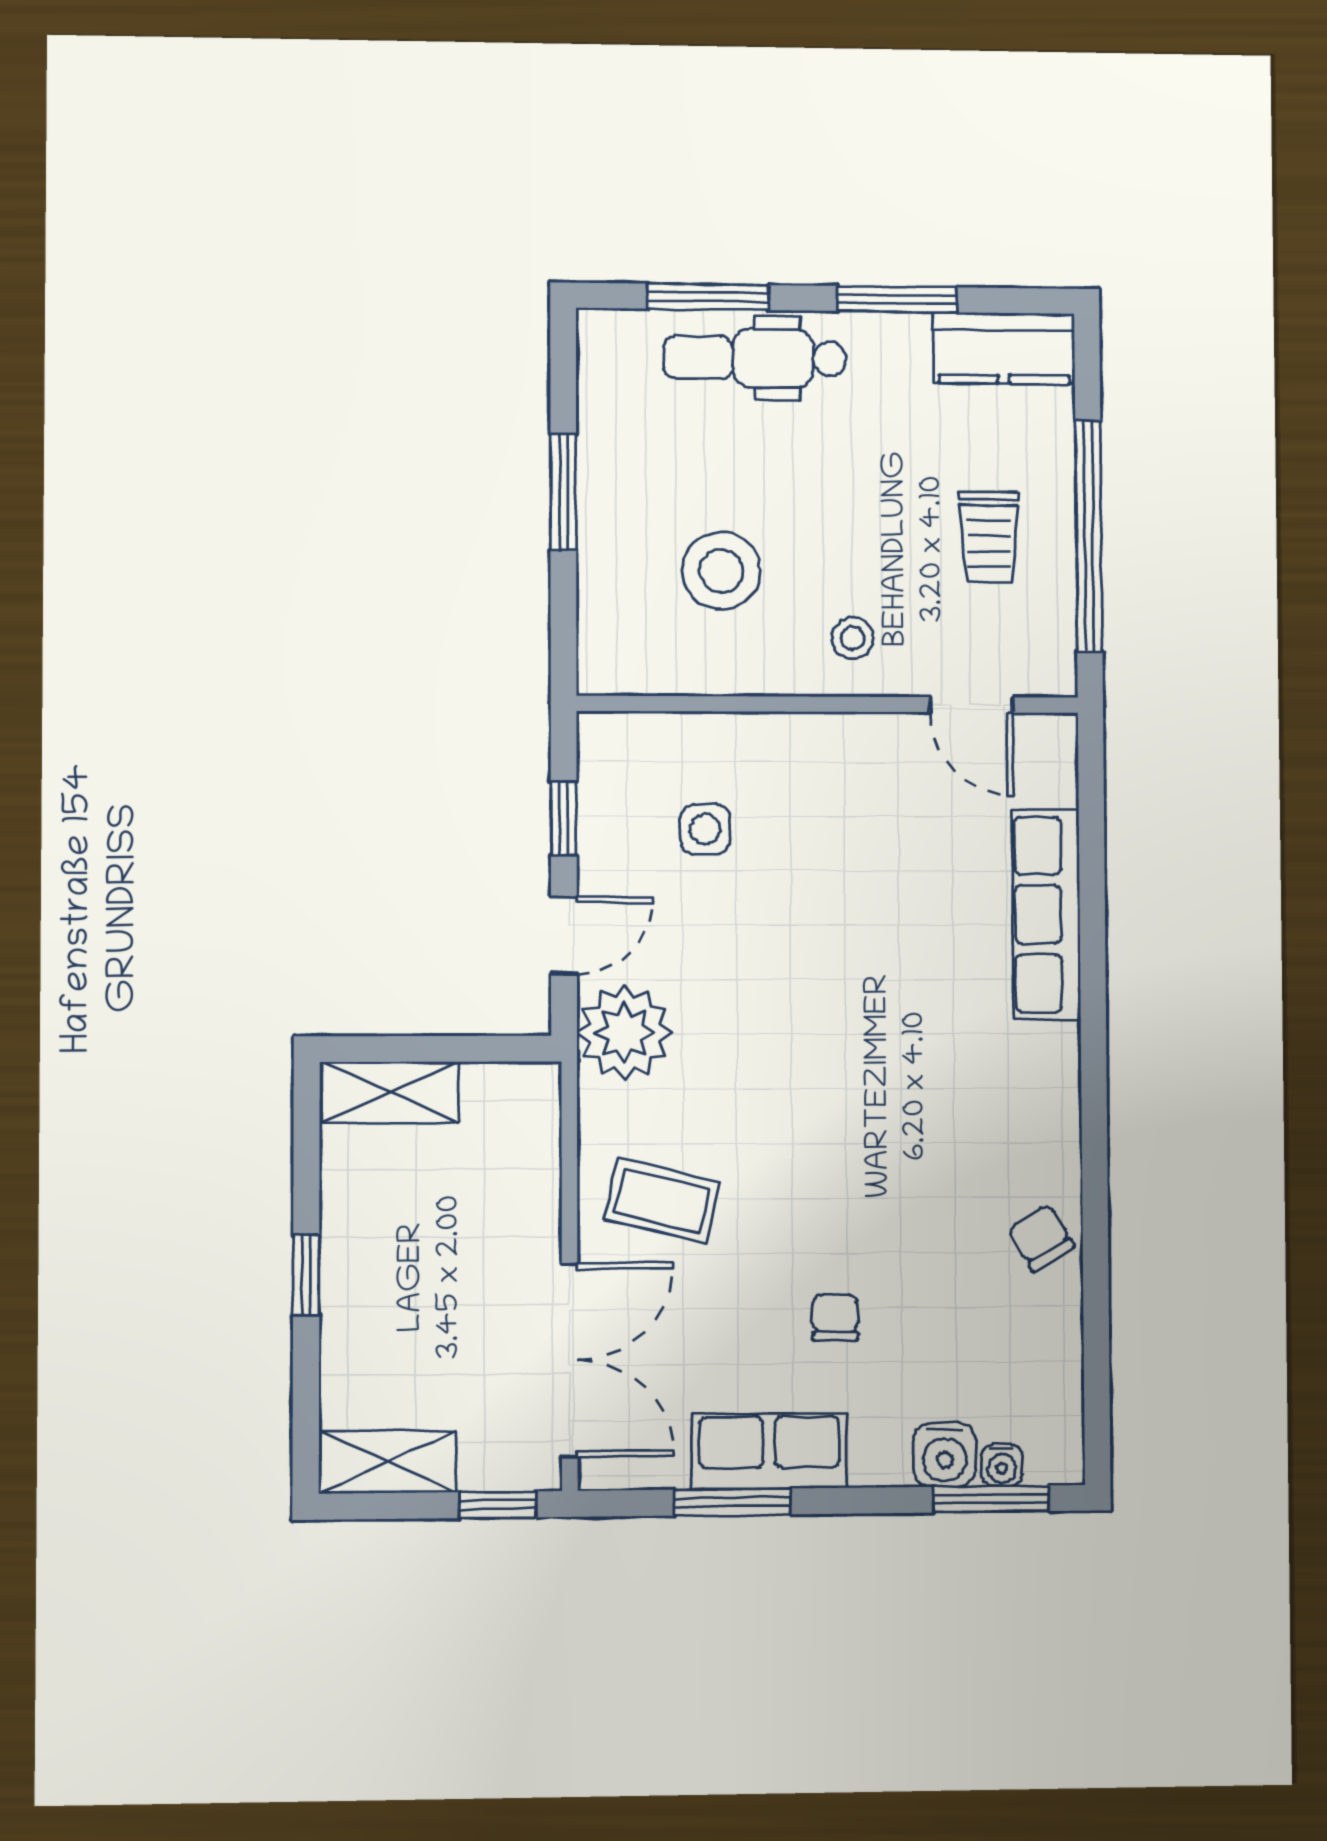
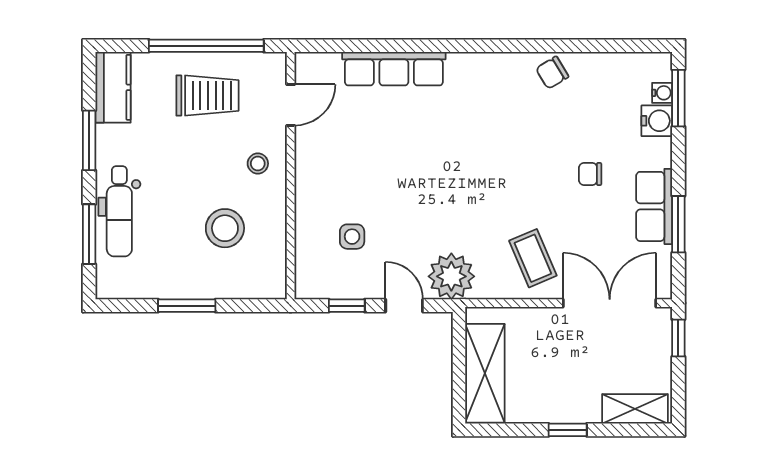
trolley: (989, 537) -> (207, 95), width x1.36, depth x1.39
shelving: (390, 1092) -> (485, 373), width x1.50, depth x1.33
coffee table: (662, 1201) -> (533, 258), turned -37
shelving: (388, 1462) -> (635, 409), moved, turned 90

